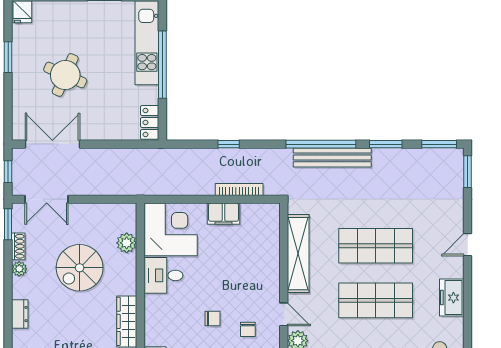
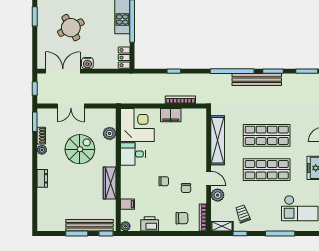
round table: (65, 75) -> (71, 28), turned 38
water cooler: (91, 131) -> (87, 63), added
bench: (332, 157) -> (257, 80), moved
double door: (47, 199) -> (71, 106), moved
spiral stairs: (80, 268) -> (80, 149), turned 180

